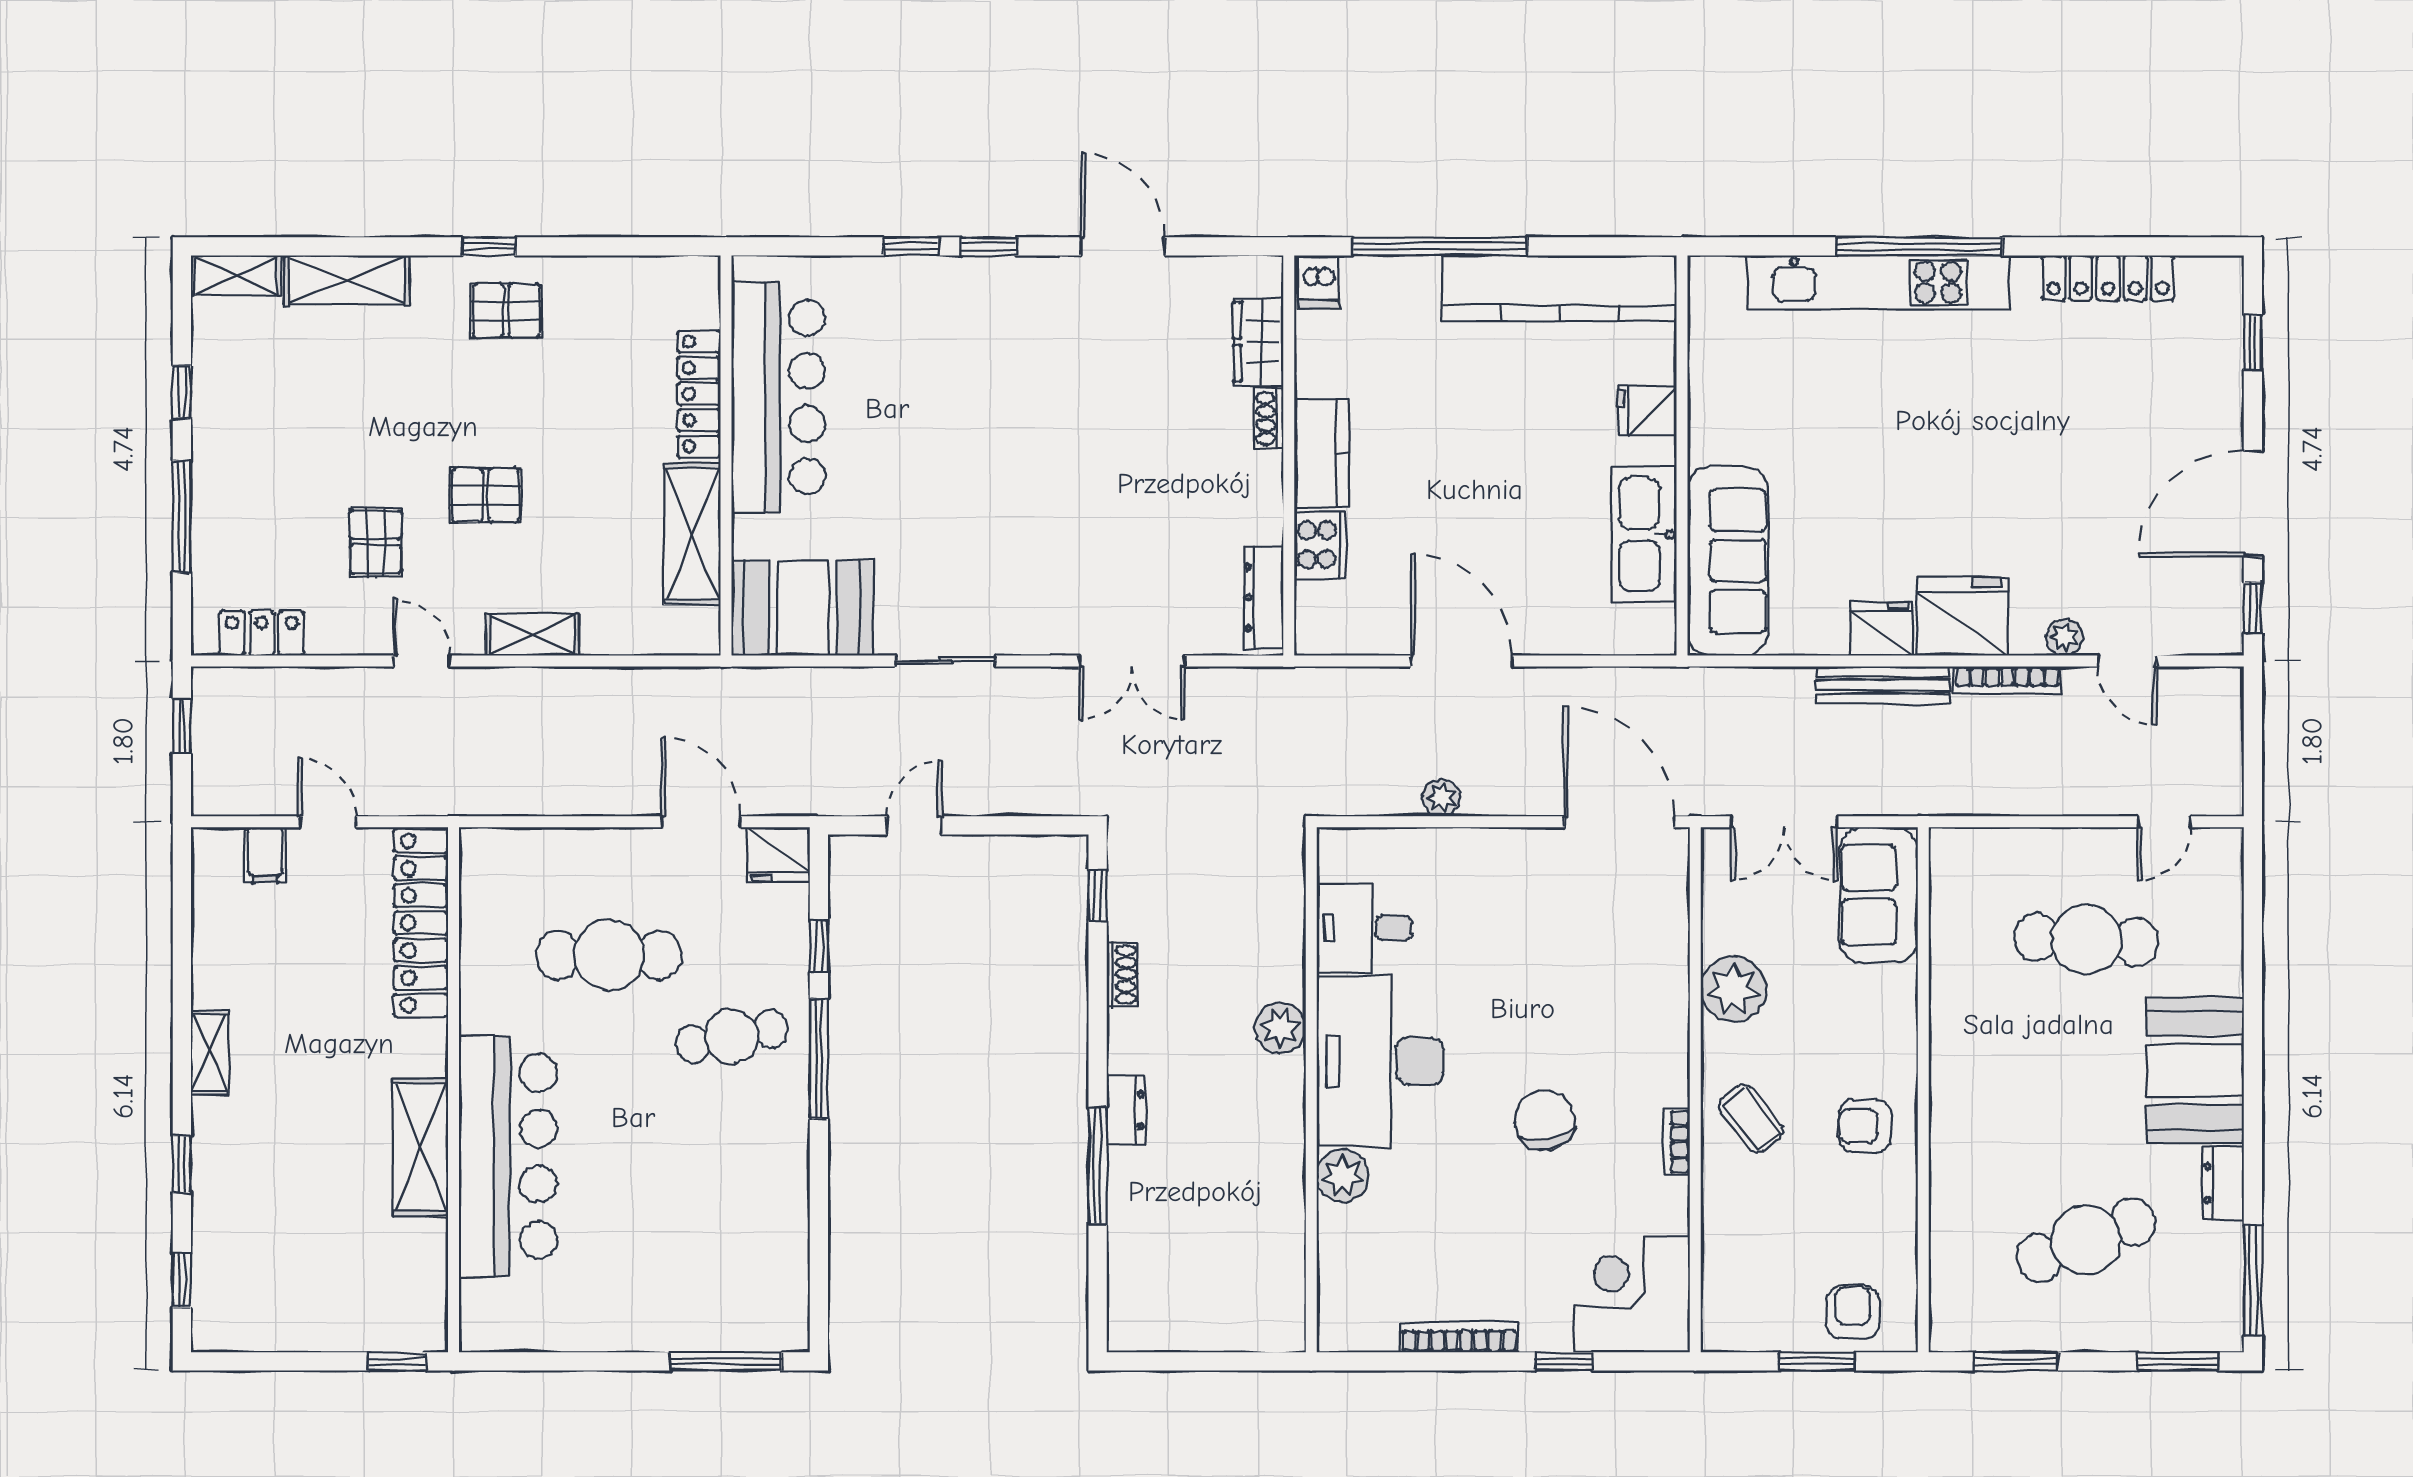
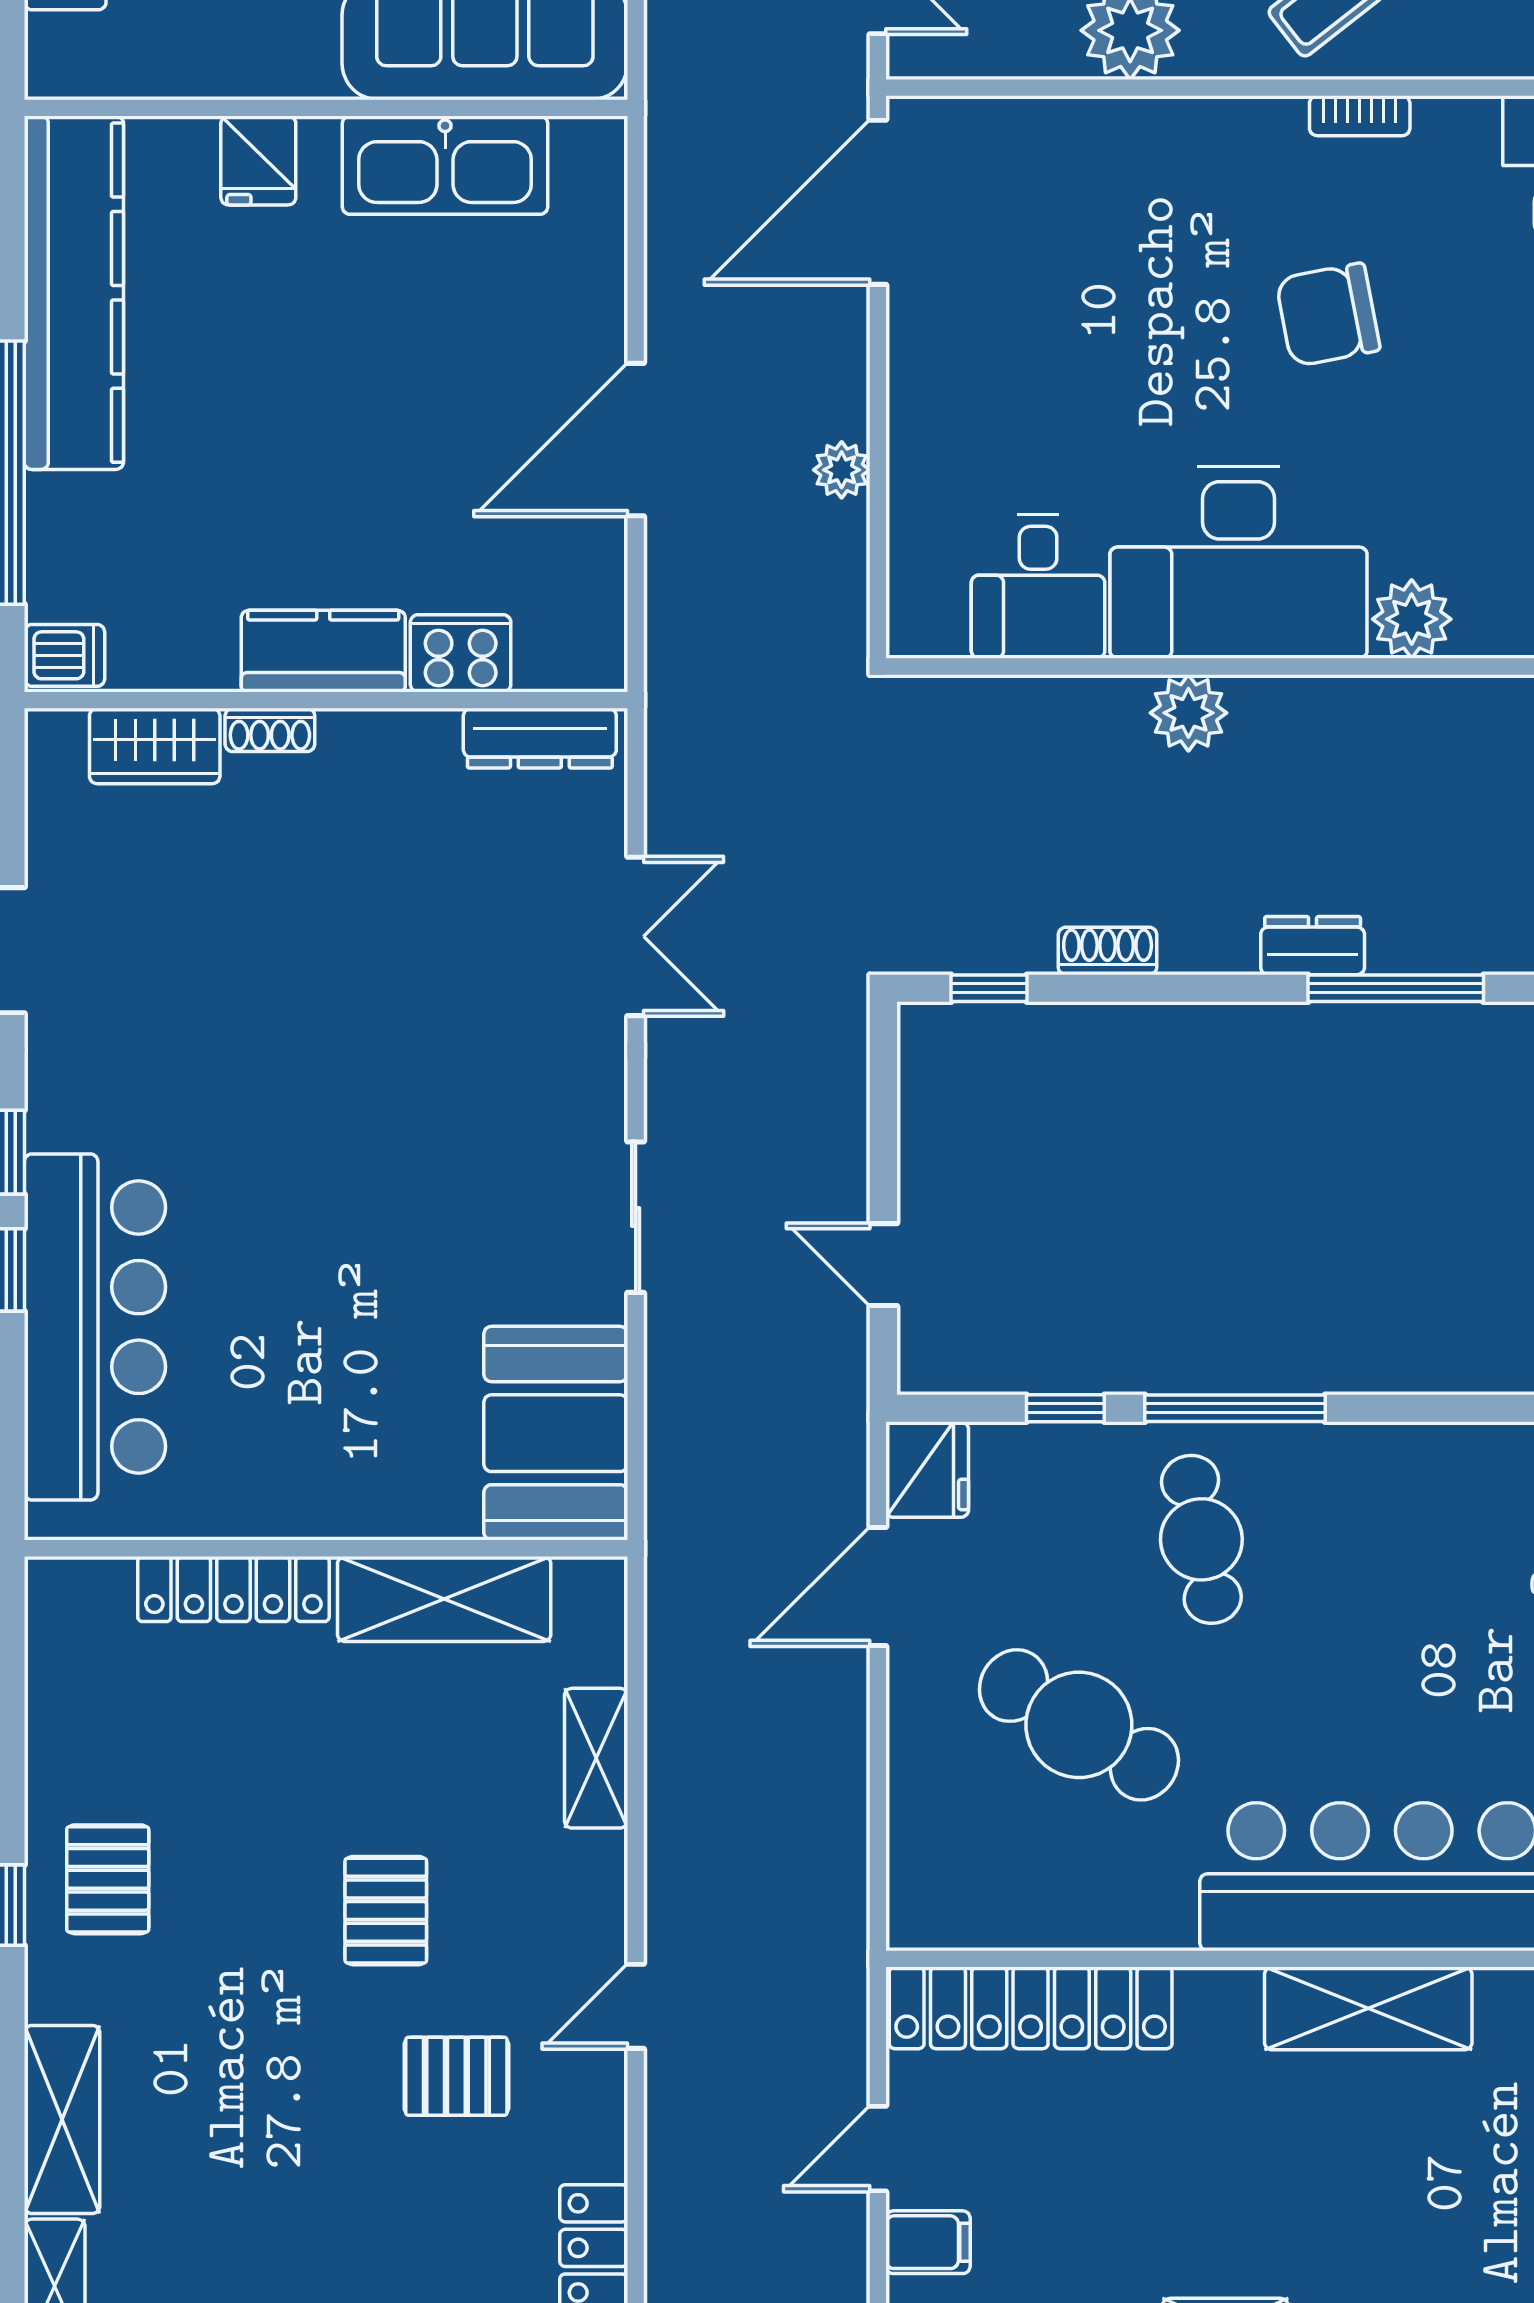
bar counter: (778, 397) -> (95, 1327), moved, turned 90
shelving: (532, 635) -> (596, 1758), moved
cafe table: (609, 955) -> (1079, 1725), turned -59

